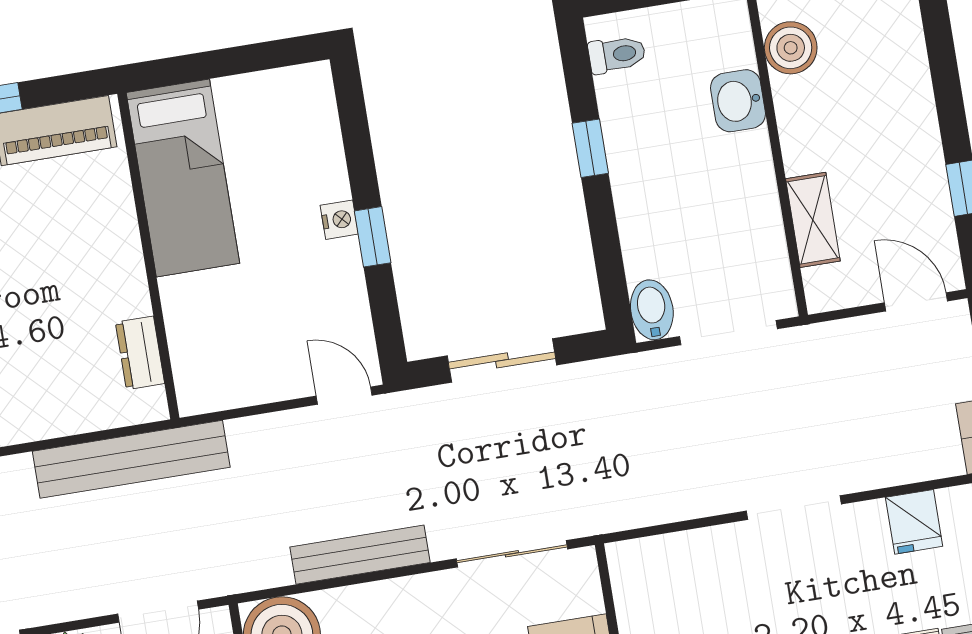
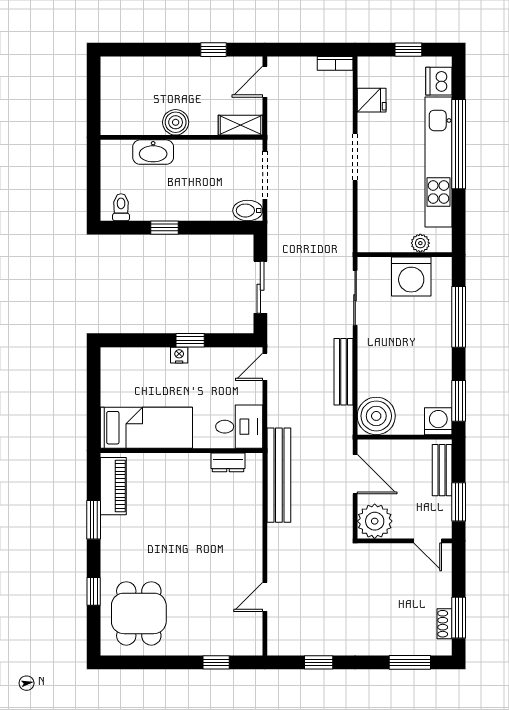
boiler: (791, 48) -> (176, 122), moved
washbasin: (738, 101) -> (153, 152), width x1.38
shelving: (813, 220) -> (240, 125), moved
desk: (215, 364) -> (239, 427), added

